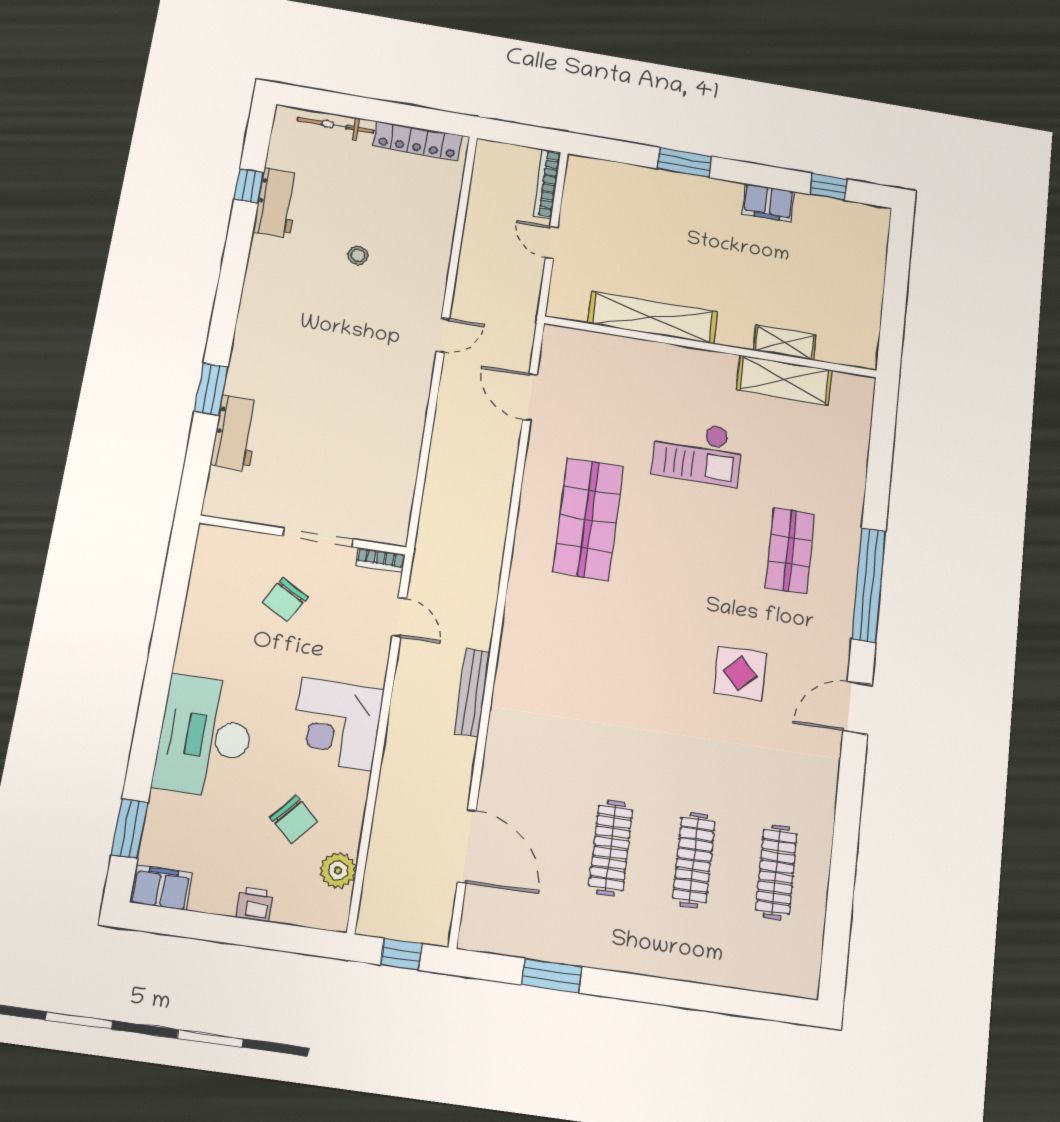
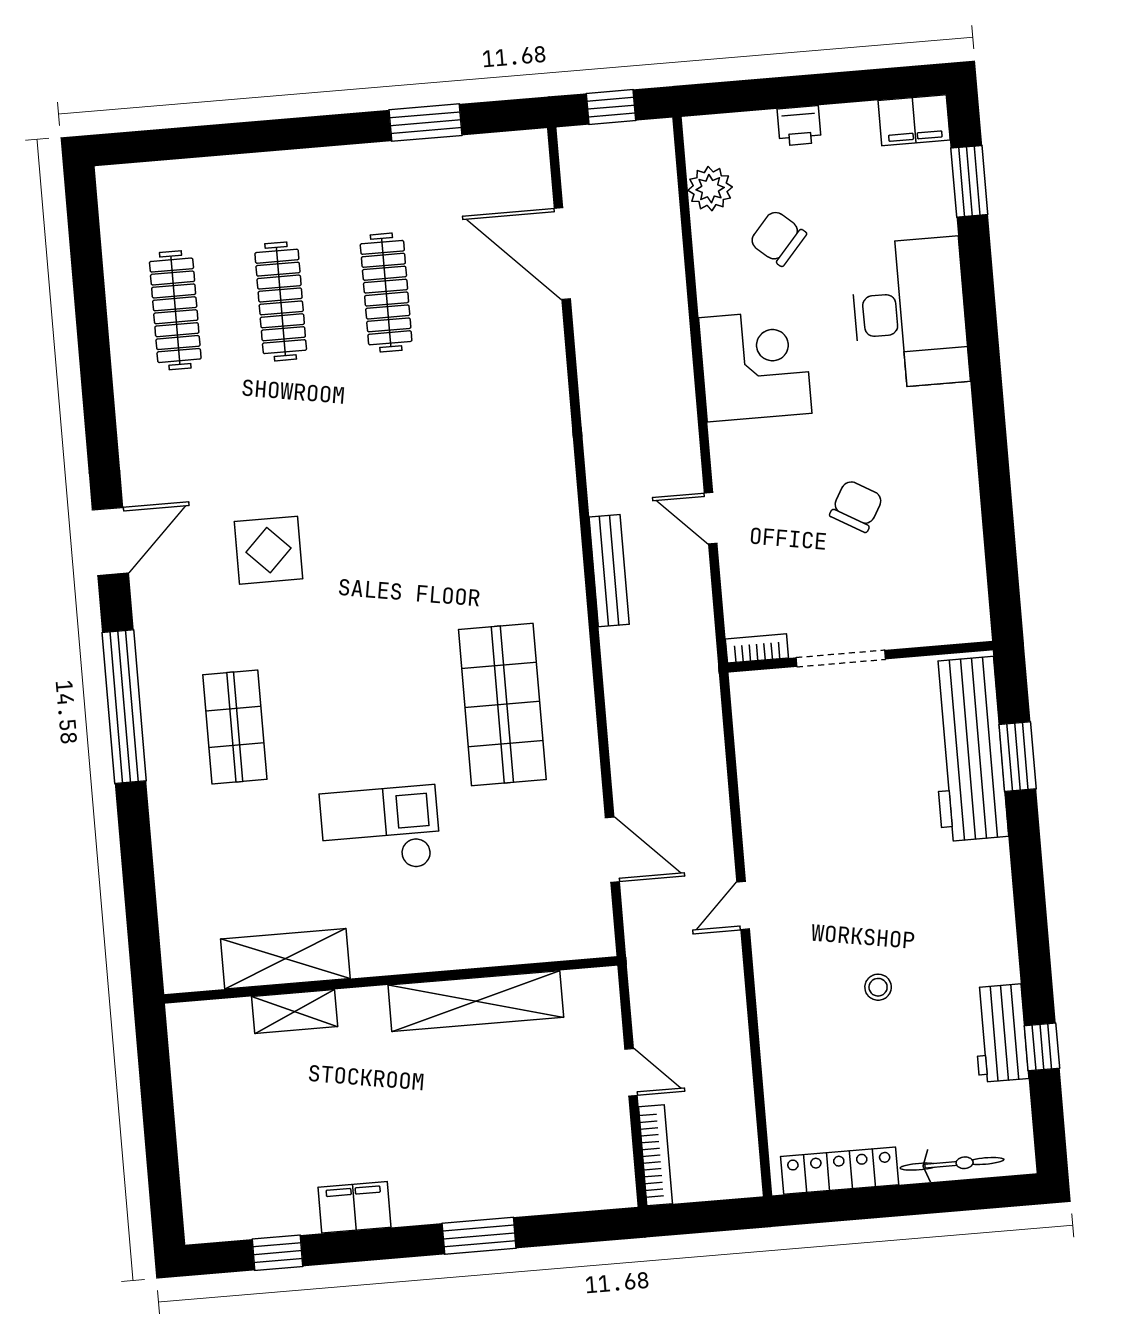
workbench: (235, 433) -> (968, 749), width x1.88, depth x1.32
wall: (303, 535) -> (860, 657), moved
doorway: (318, 537) -> (841, 658), moved
bookcase: (380, 560) -> (757, 648), moved
bench: (472, 692) -> (609, 571), moved

